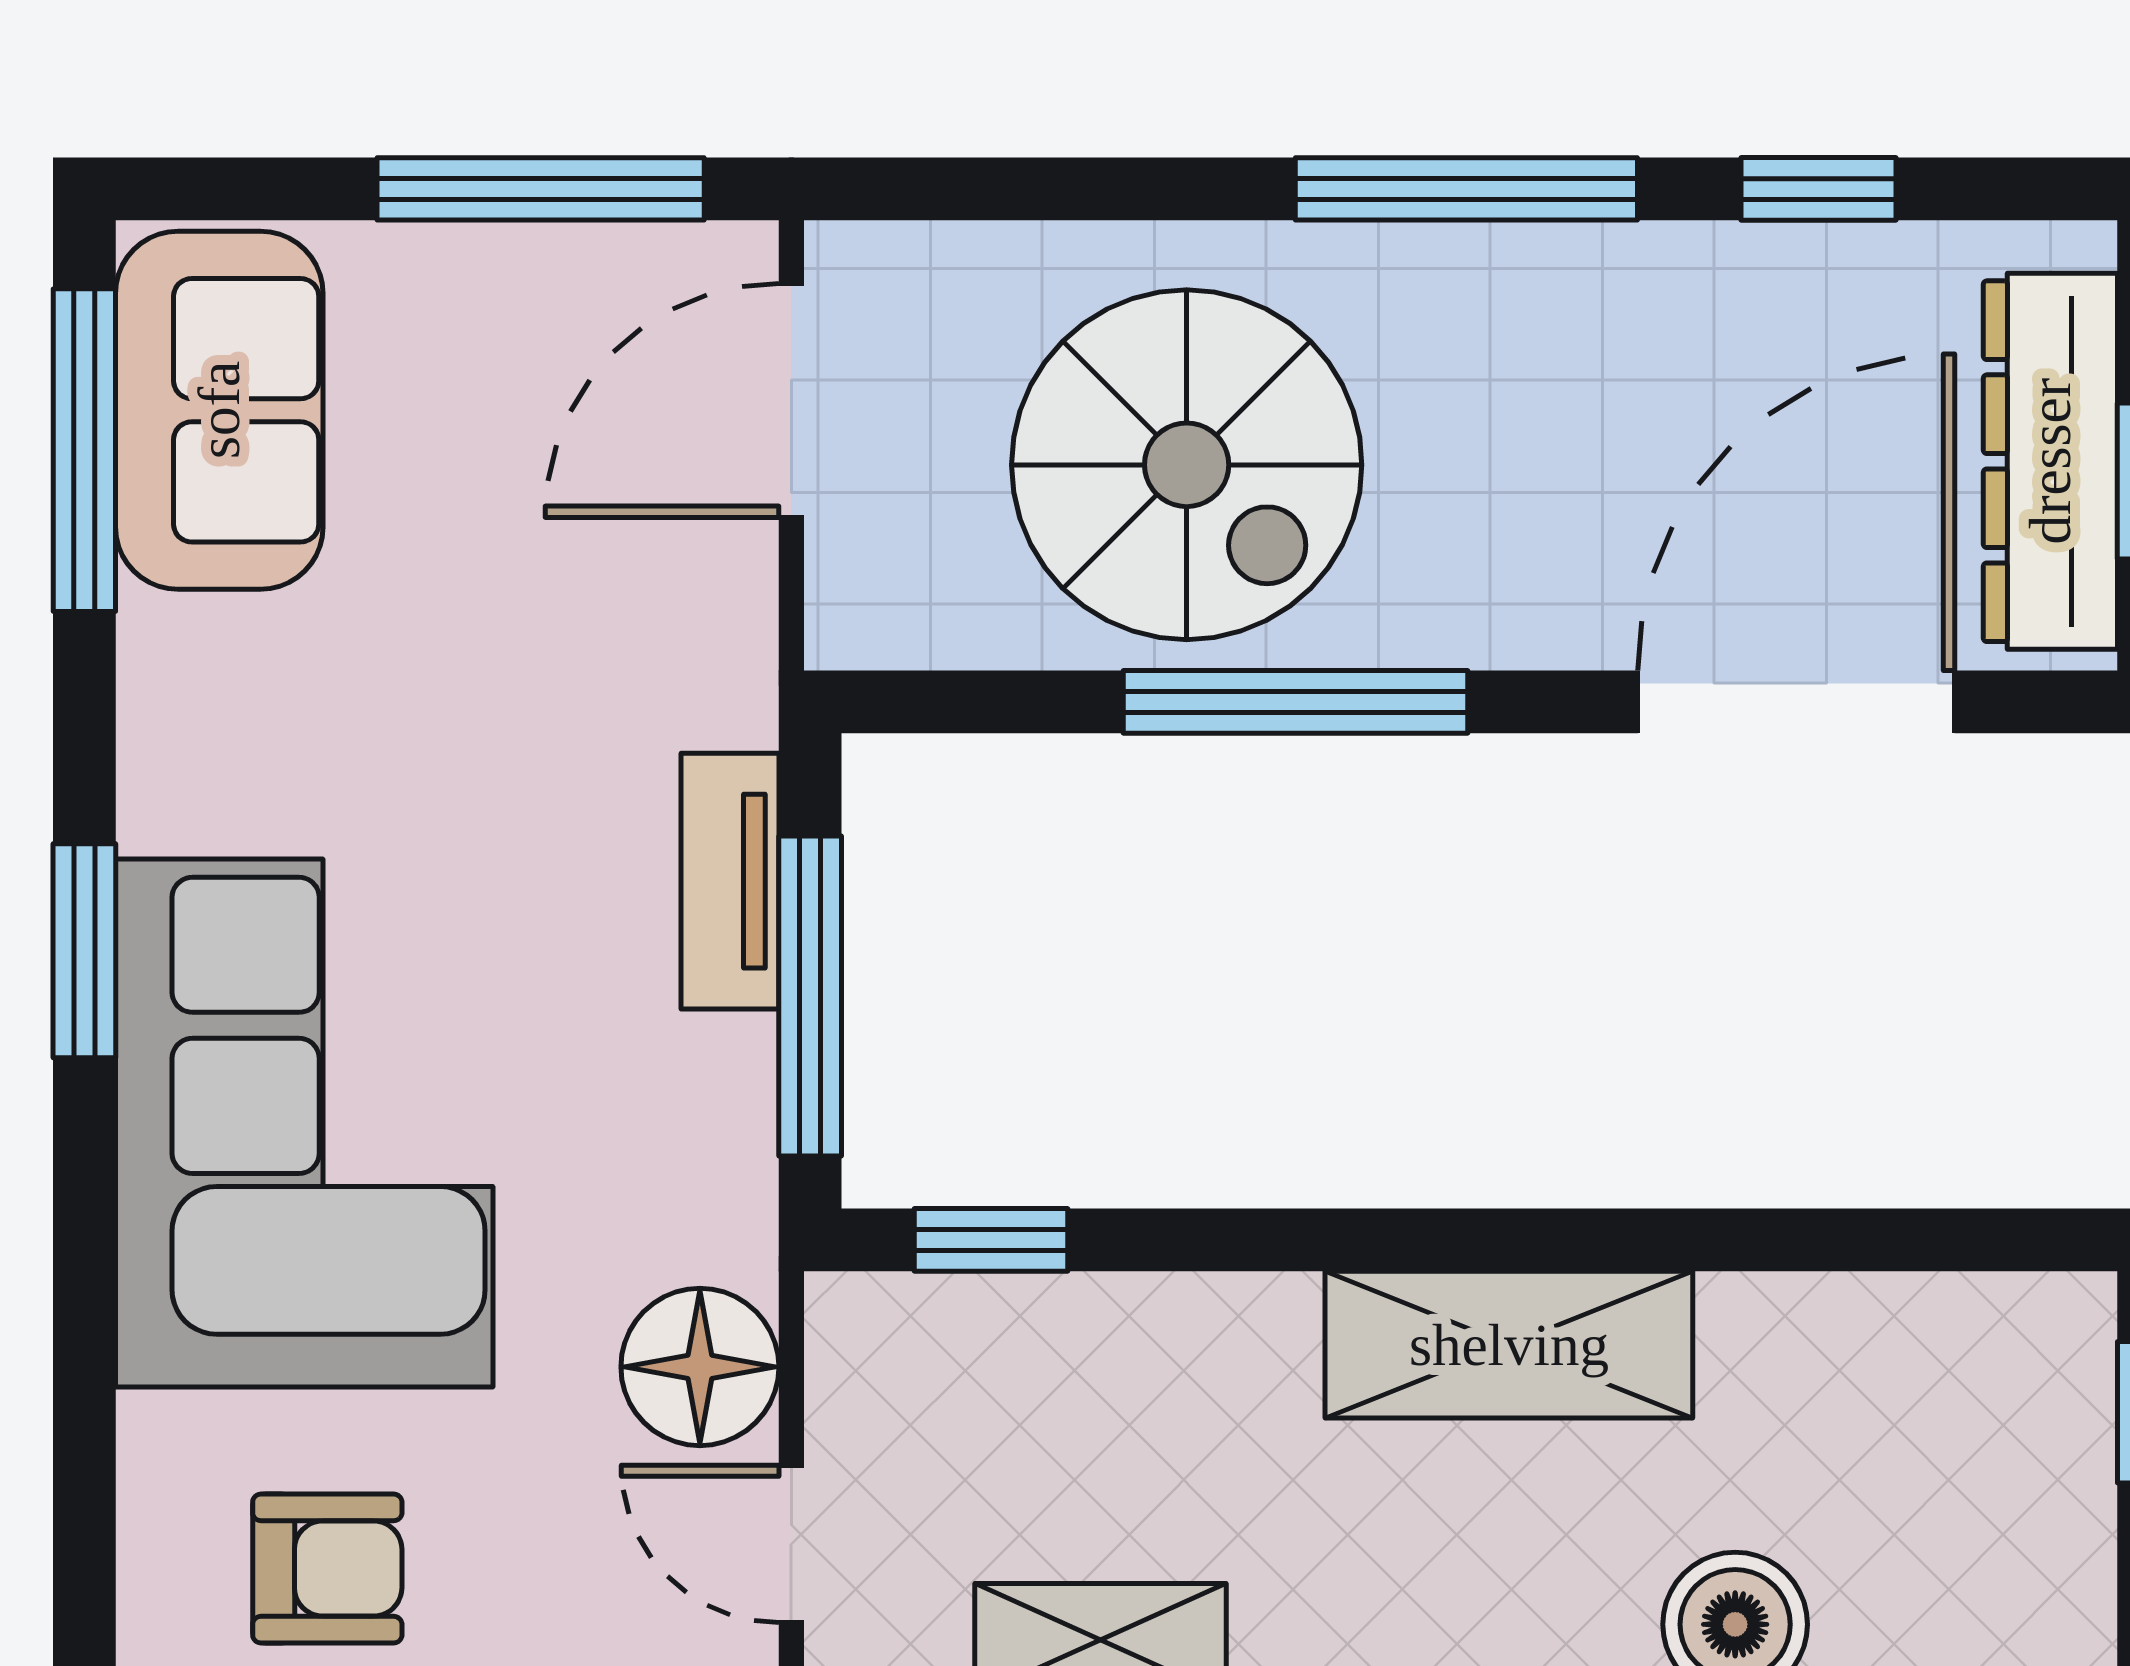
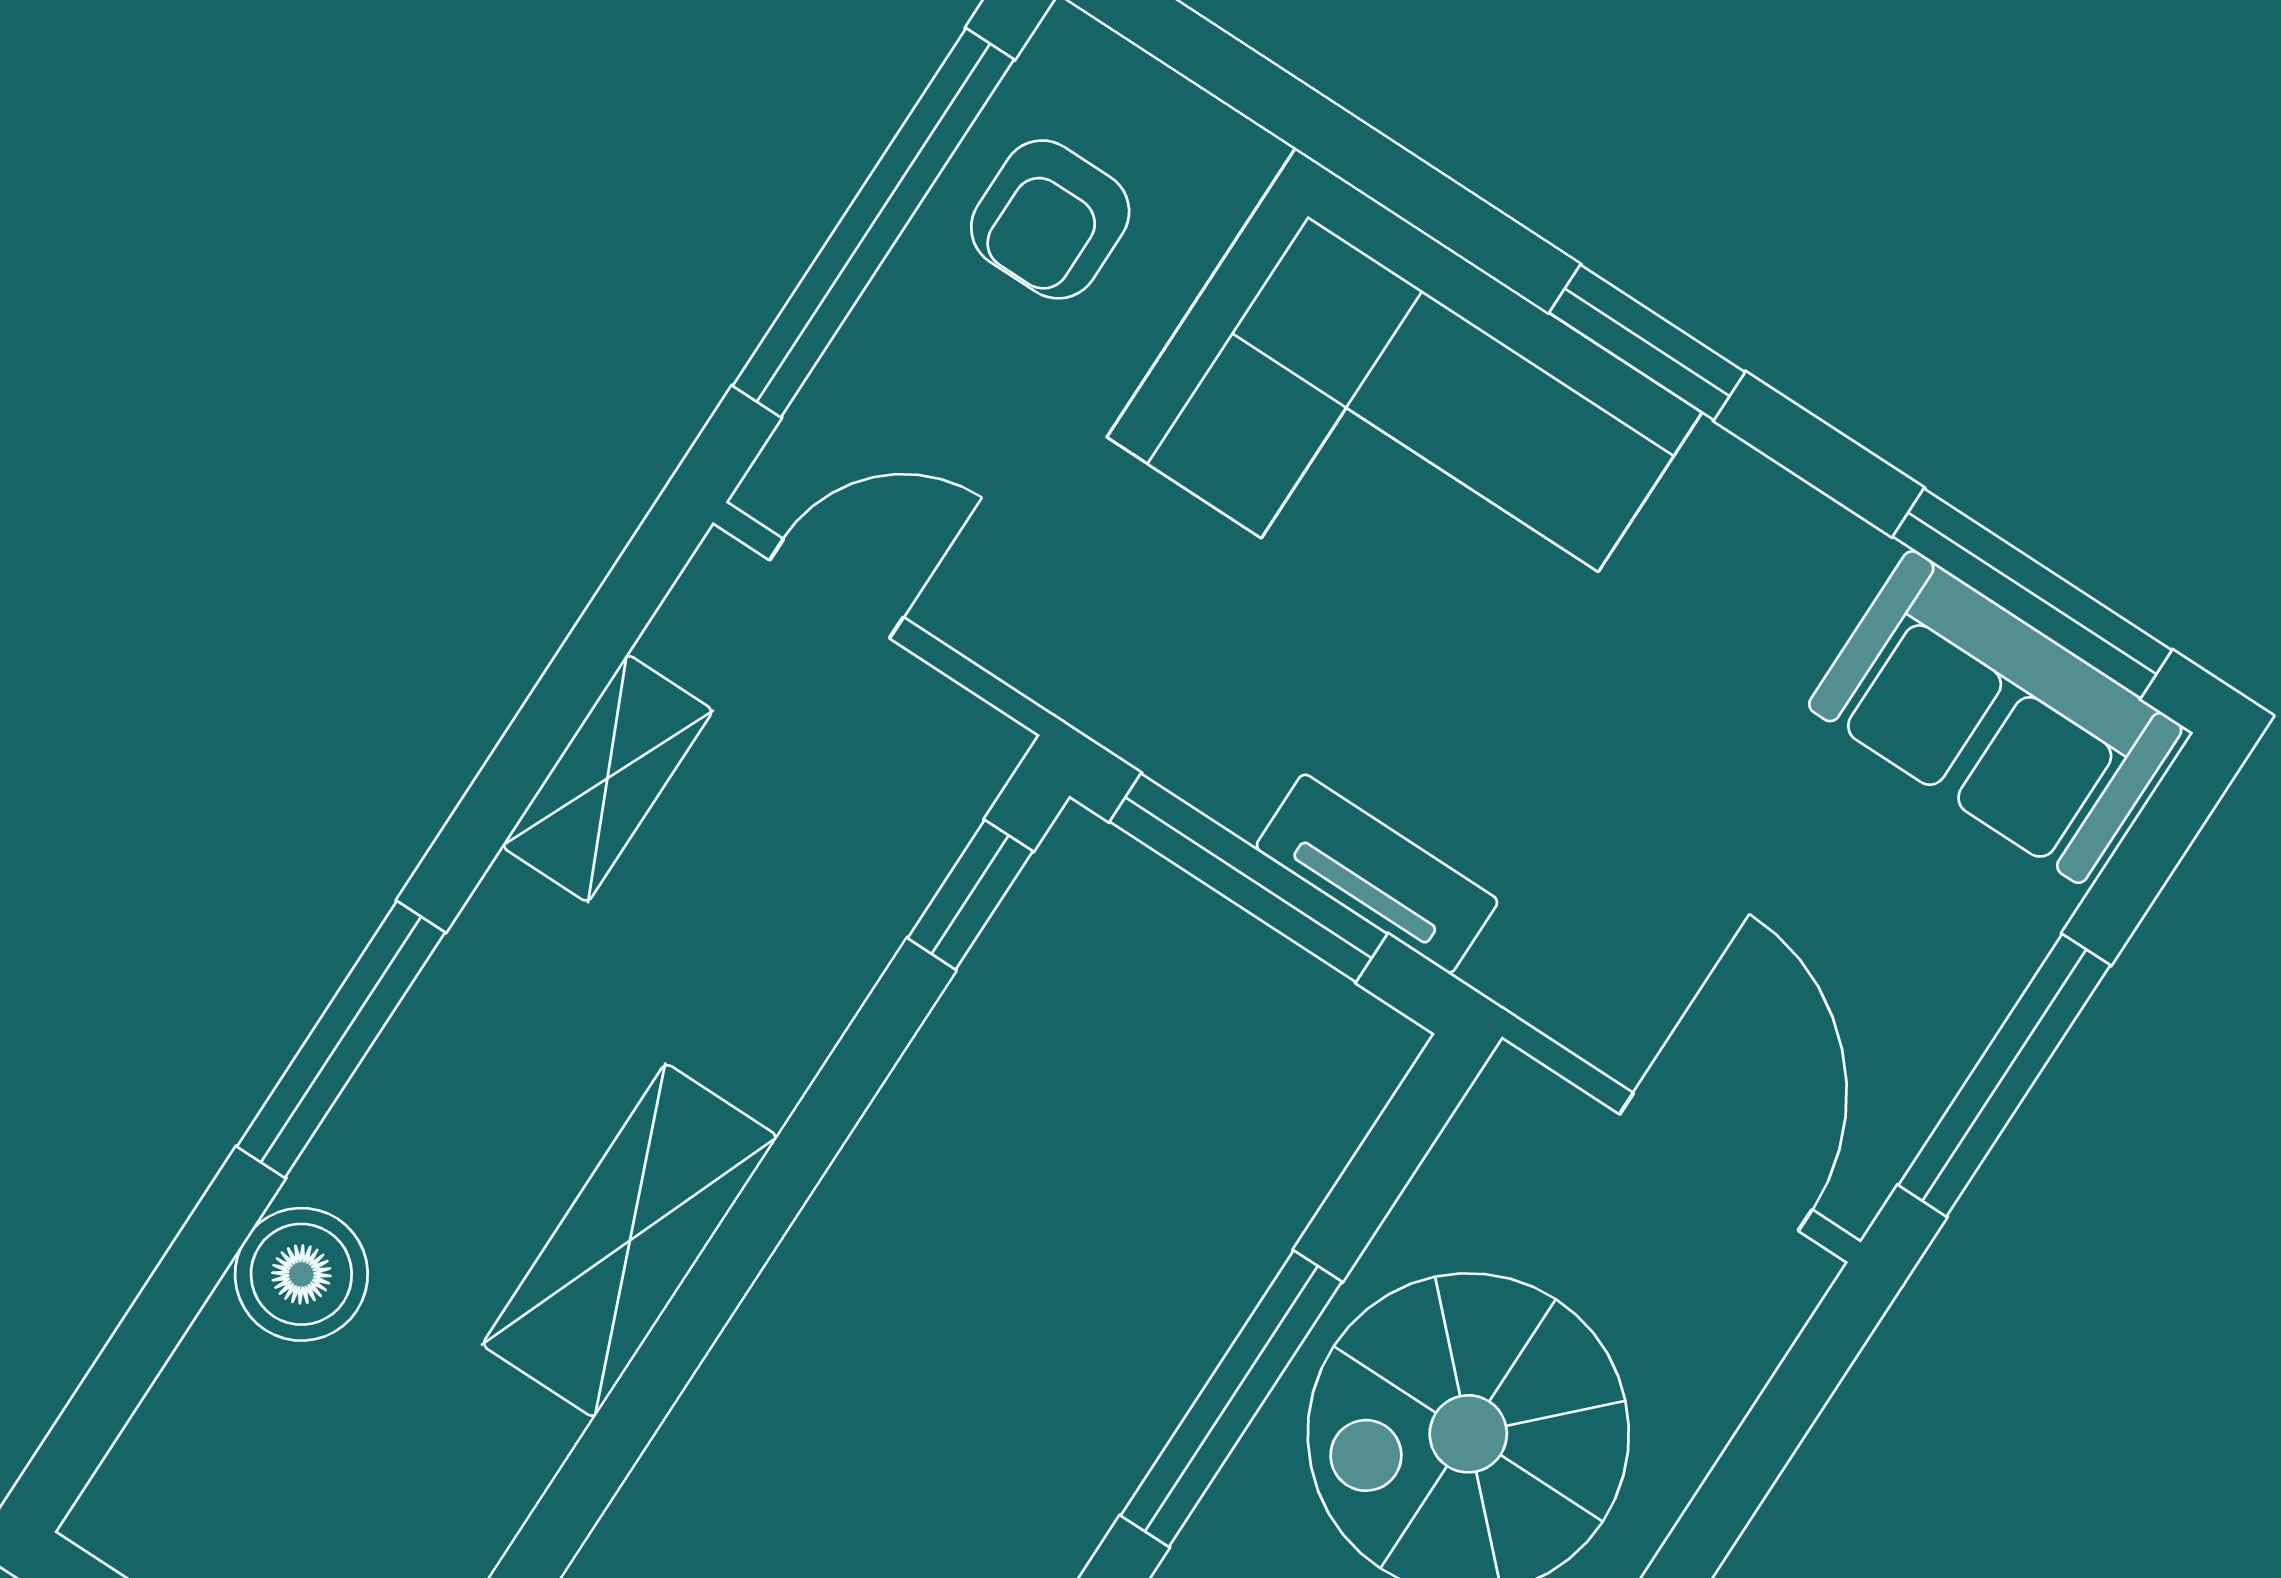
floor lamp: (700, 1367) -> (1018, 607), removed

